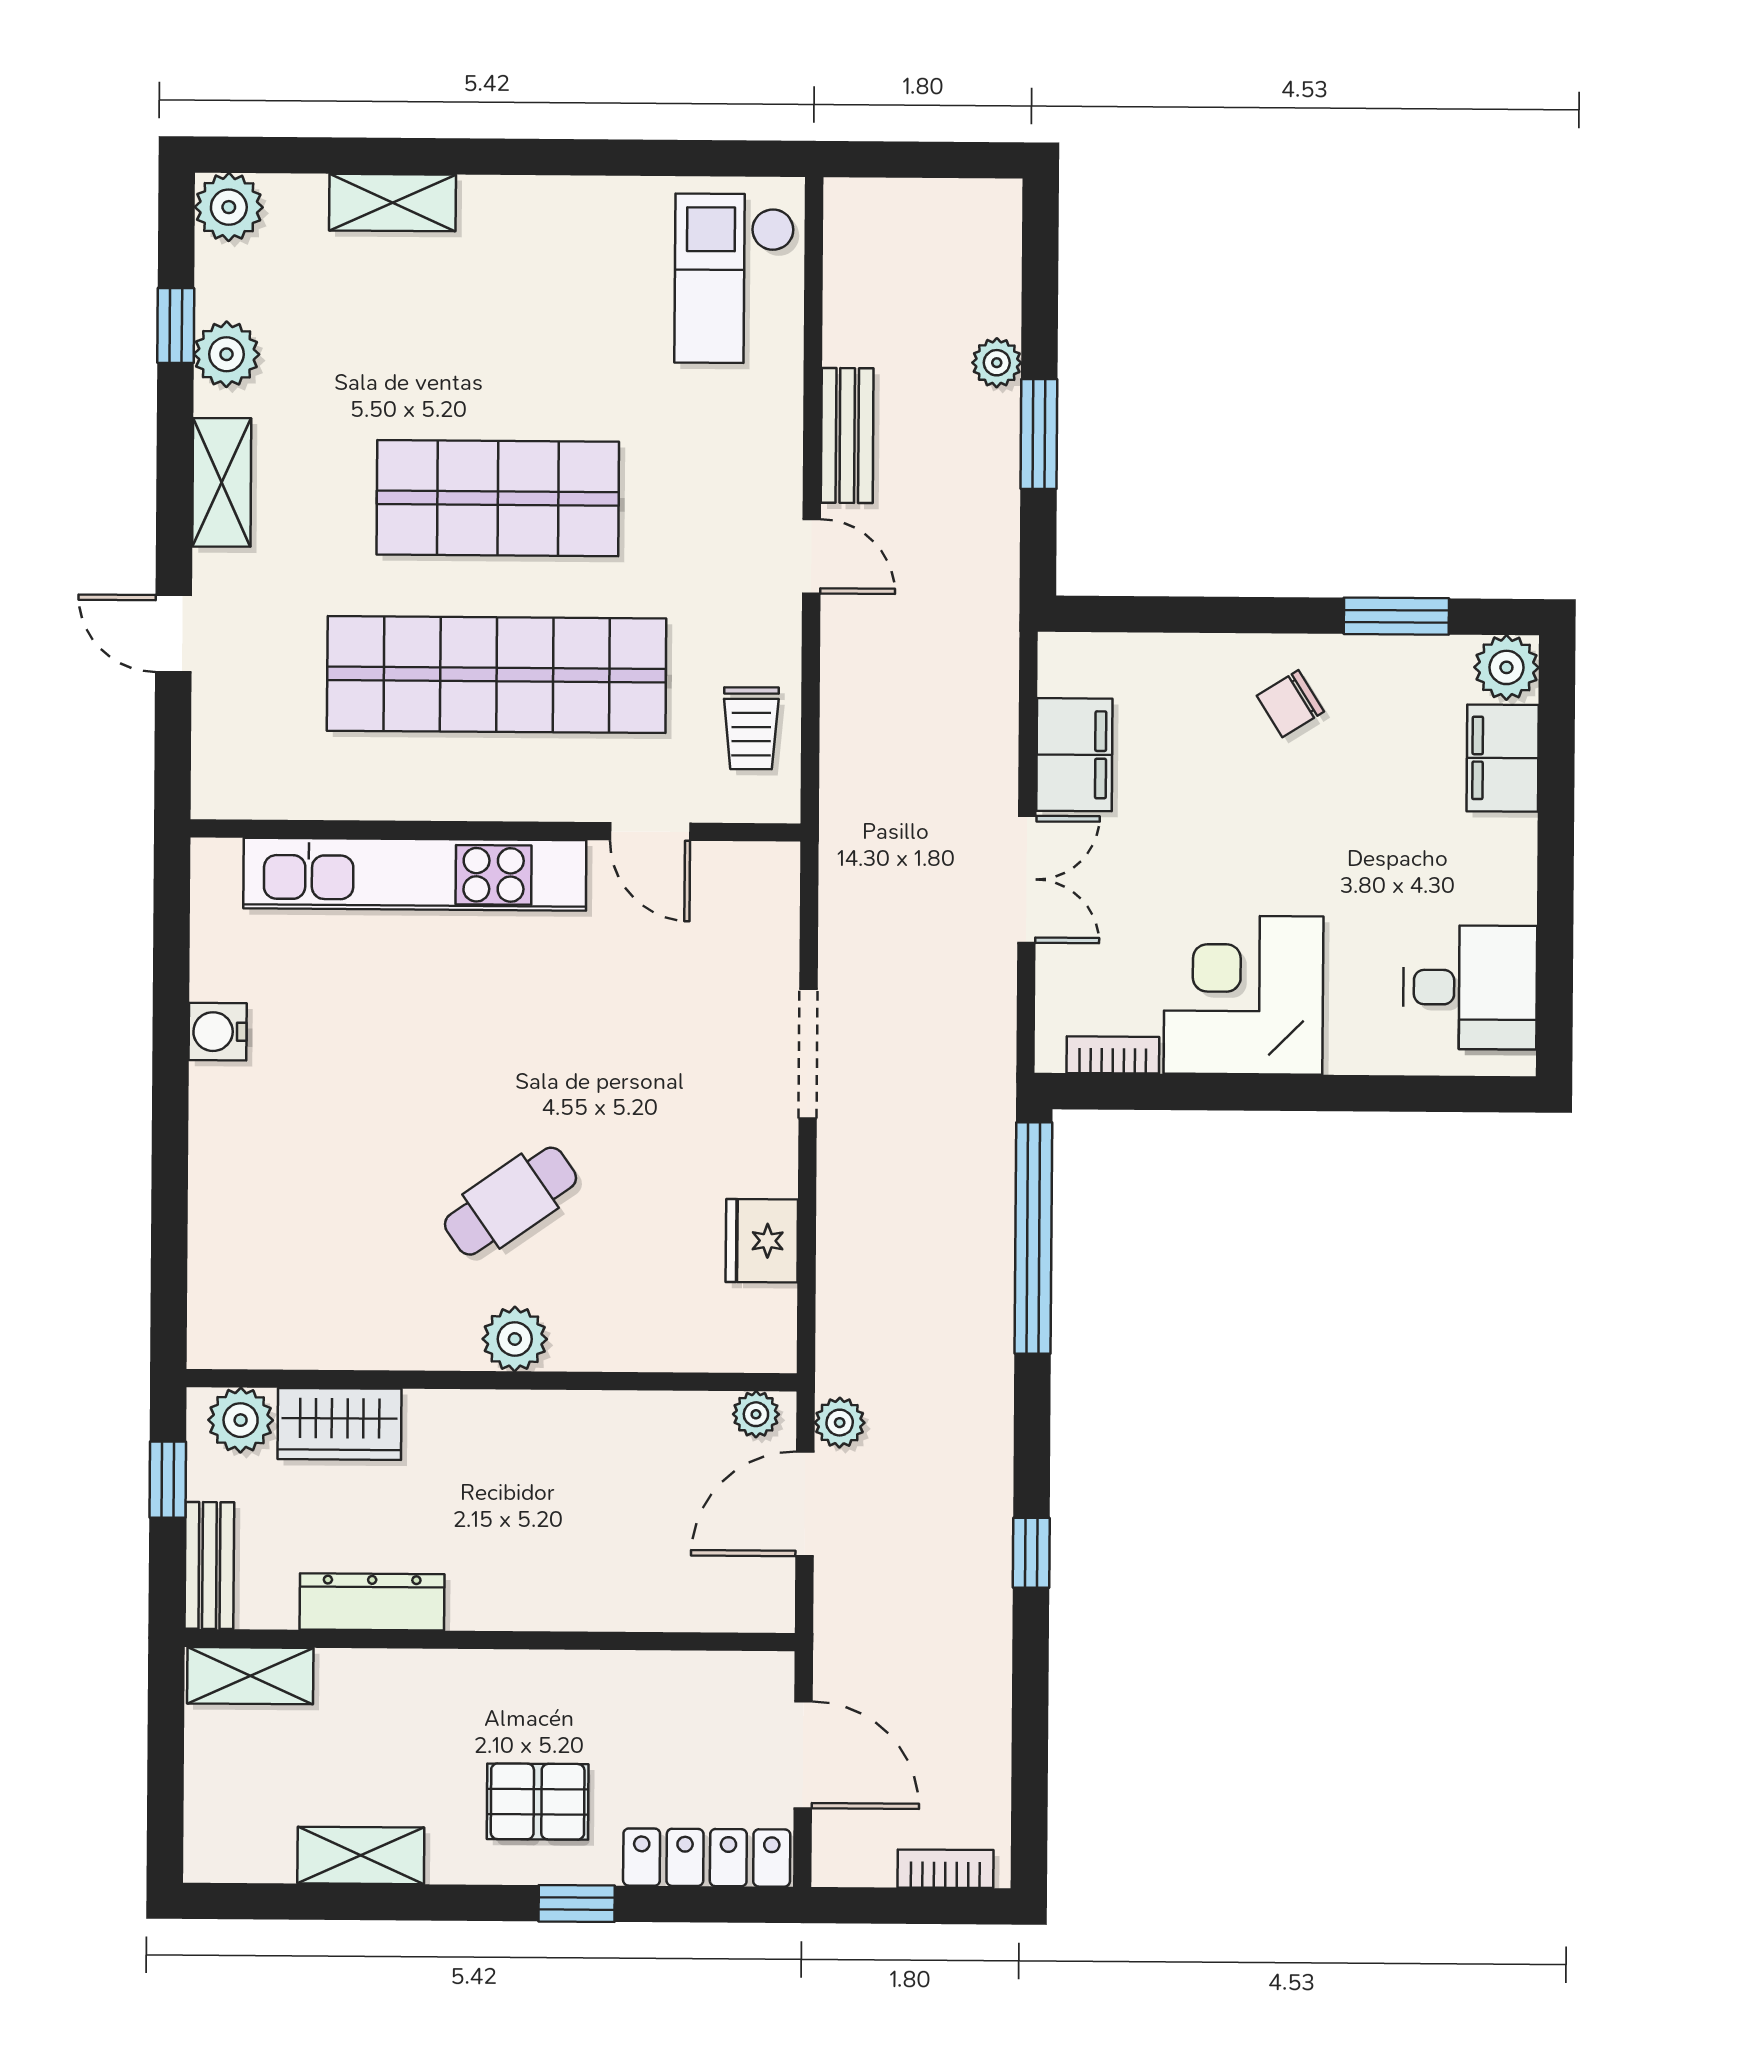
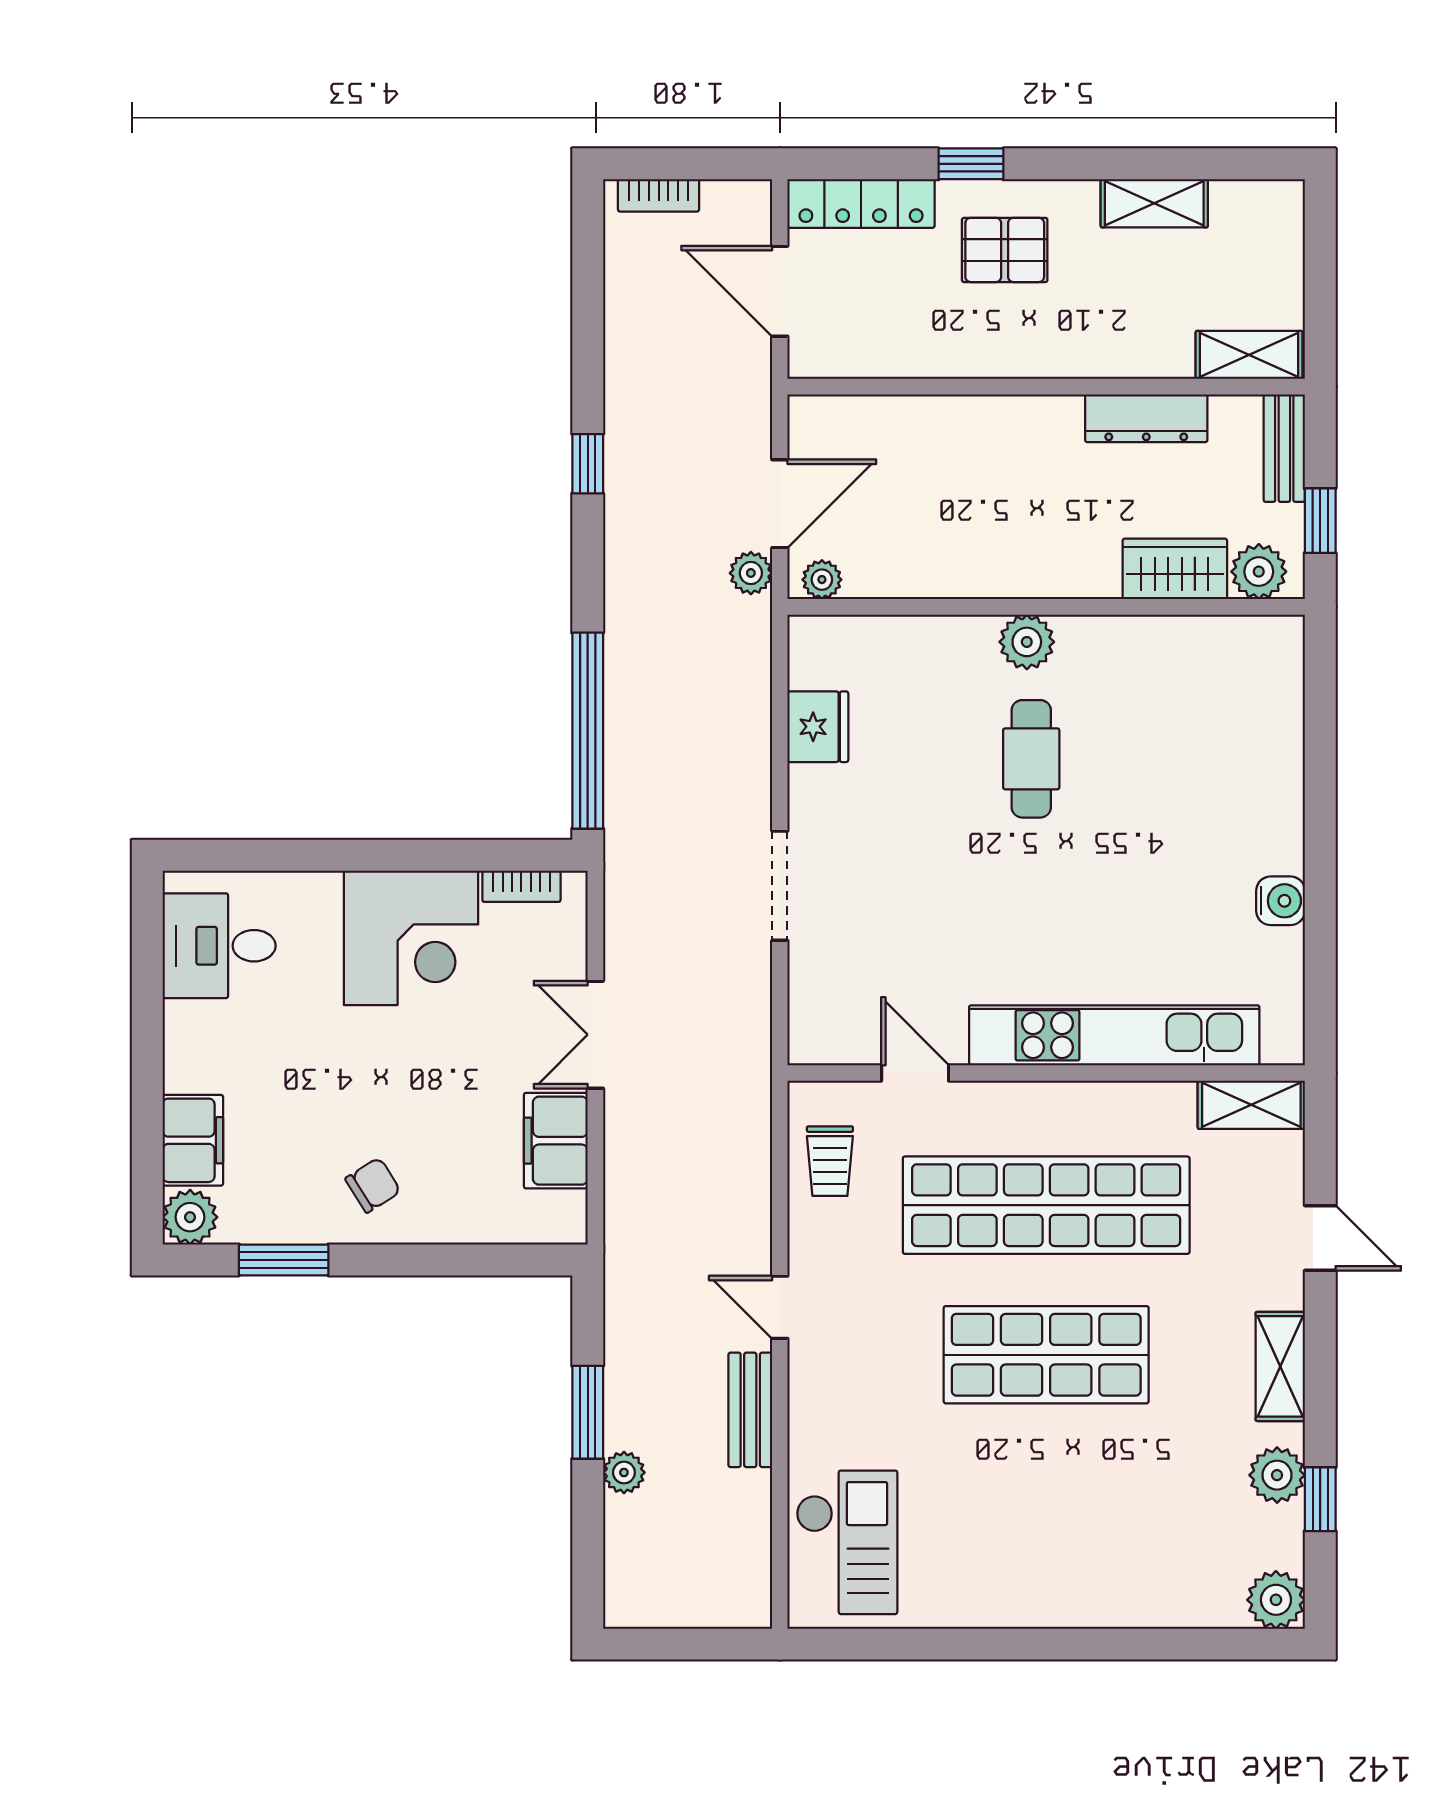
shelving: (392, 203) -> (1251, 1105), moved
trolley: (751, 728) -> (830, 1161), turned 180
cafe table: (510, 1201) -> (1031, 759), turned -55

